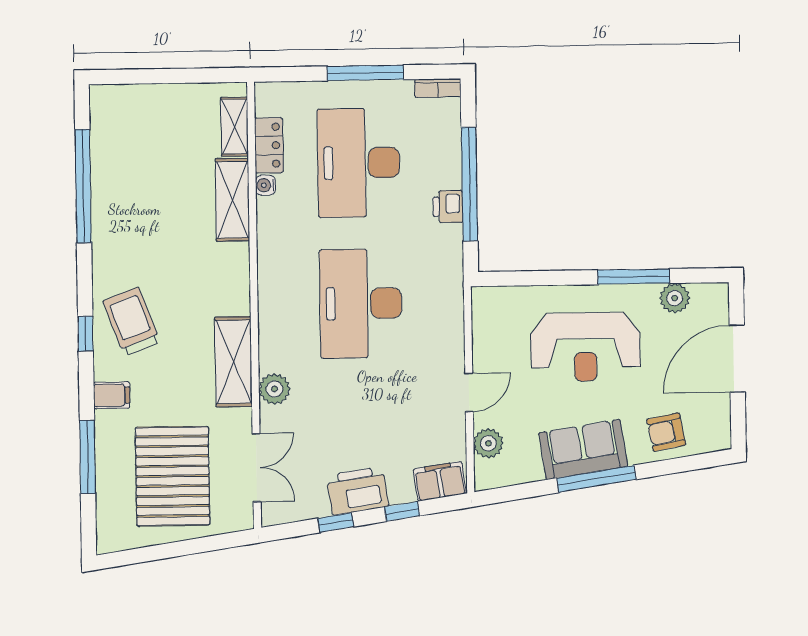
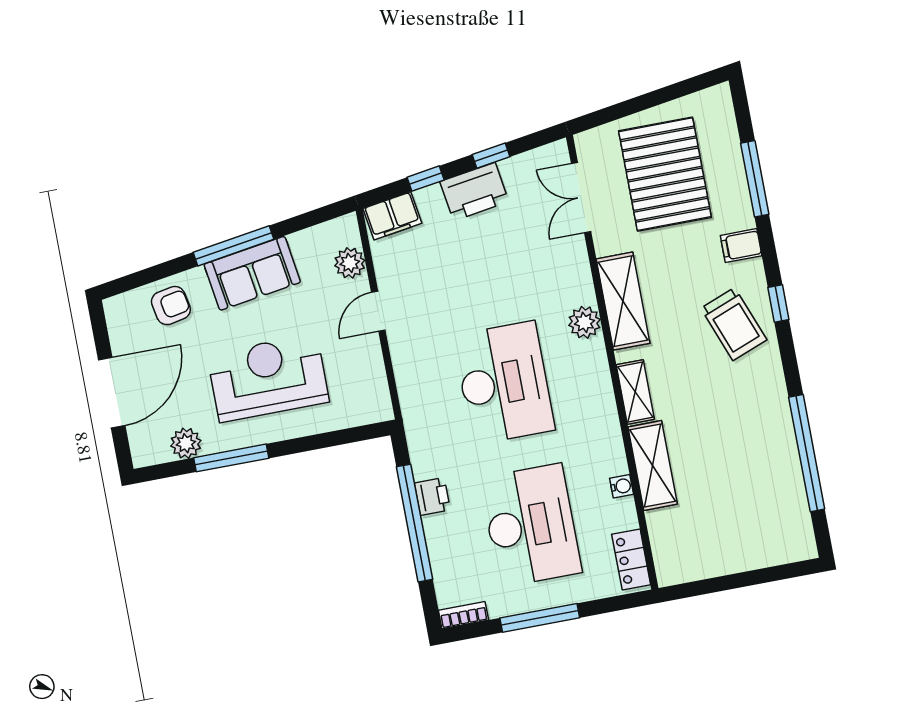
shelving: (235, 127) -> (635, 392), moved
locker: (269, 145) -> (631, 559), moved
plant: (274, 389) -> (585, 322), moved

